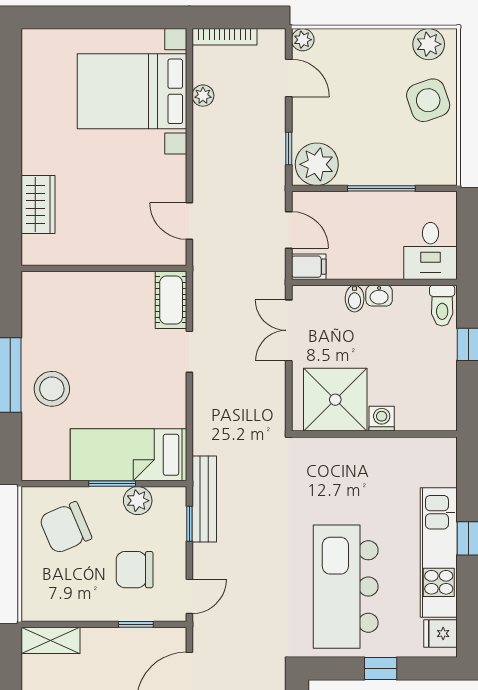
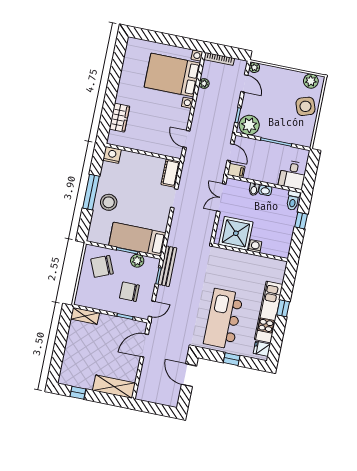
nightstand: (39, 287) -> (112, 155), added

